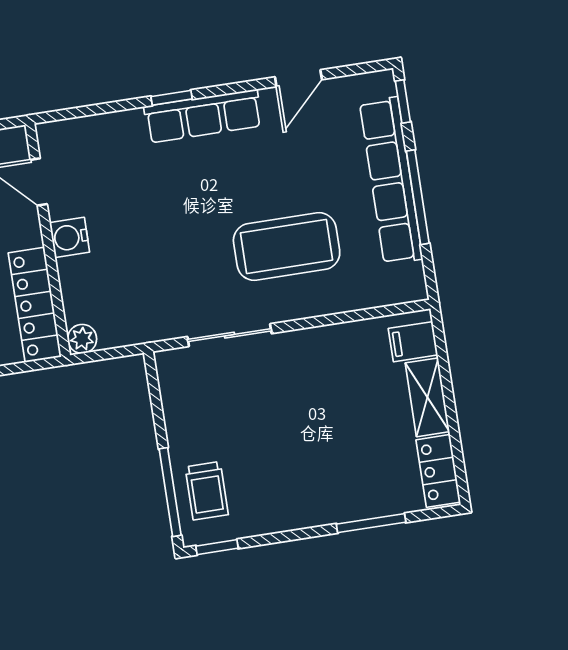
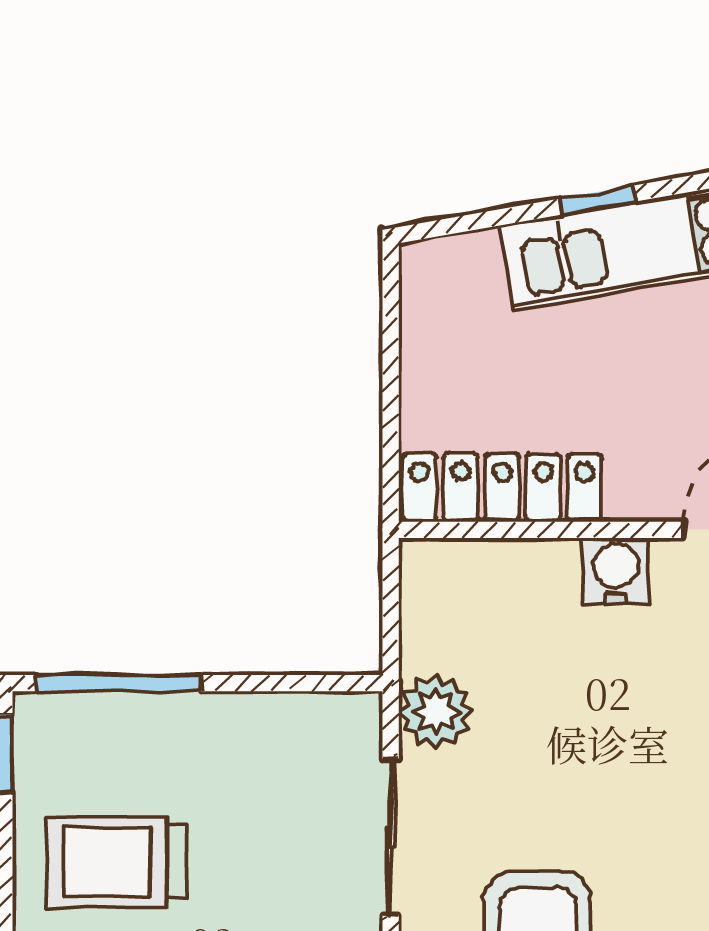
plant: (82, 339) -> (436, 712), moved, width x1.38, depth x1.38
trolley: (207, 491) -> (117, 862), moved, width x1.36, depth x1.39

